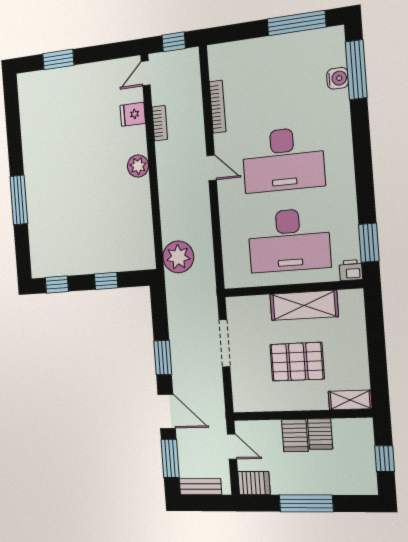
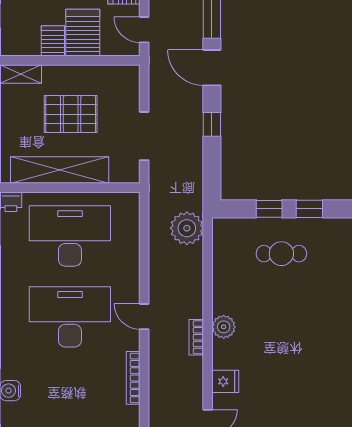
bookcase: (160, 123) -> (196, 337), moved
cafe table: (92, 240) -> (281, 254), added
window: (57, 284) -> (309, 209), moved
shelving: (304, 305) -> (60, 170), width x1.47
window: (163, 358) -> (212, 124), width x0.67
server rack: (295, 436) -> (83, 33), width x1.36, depth x1.44

